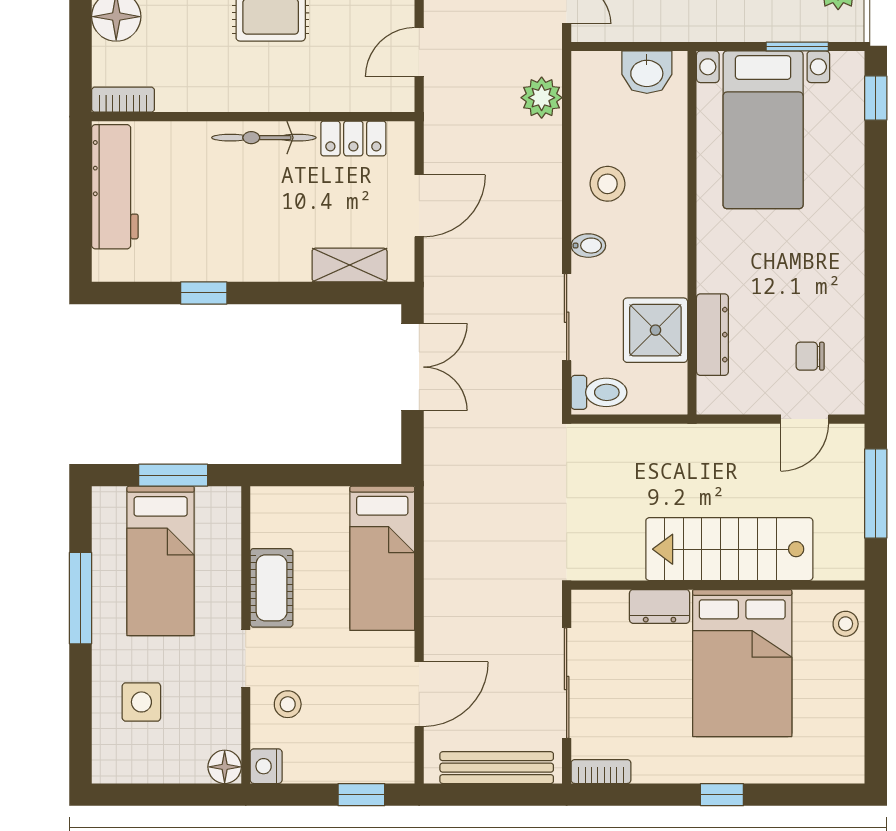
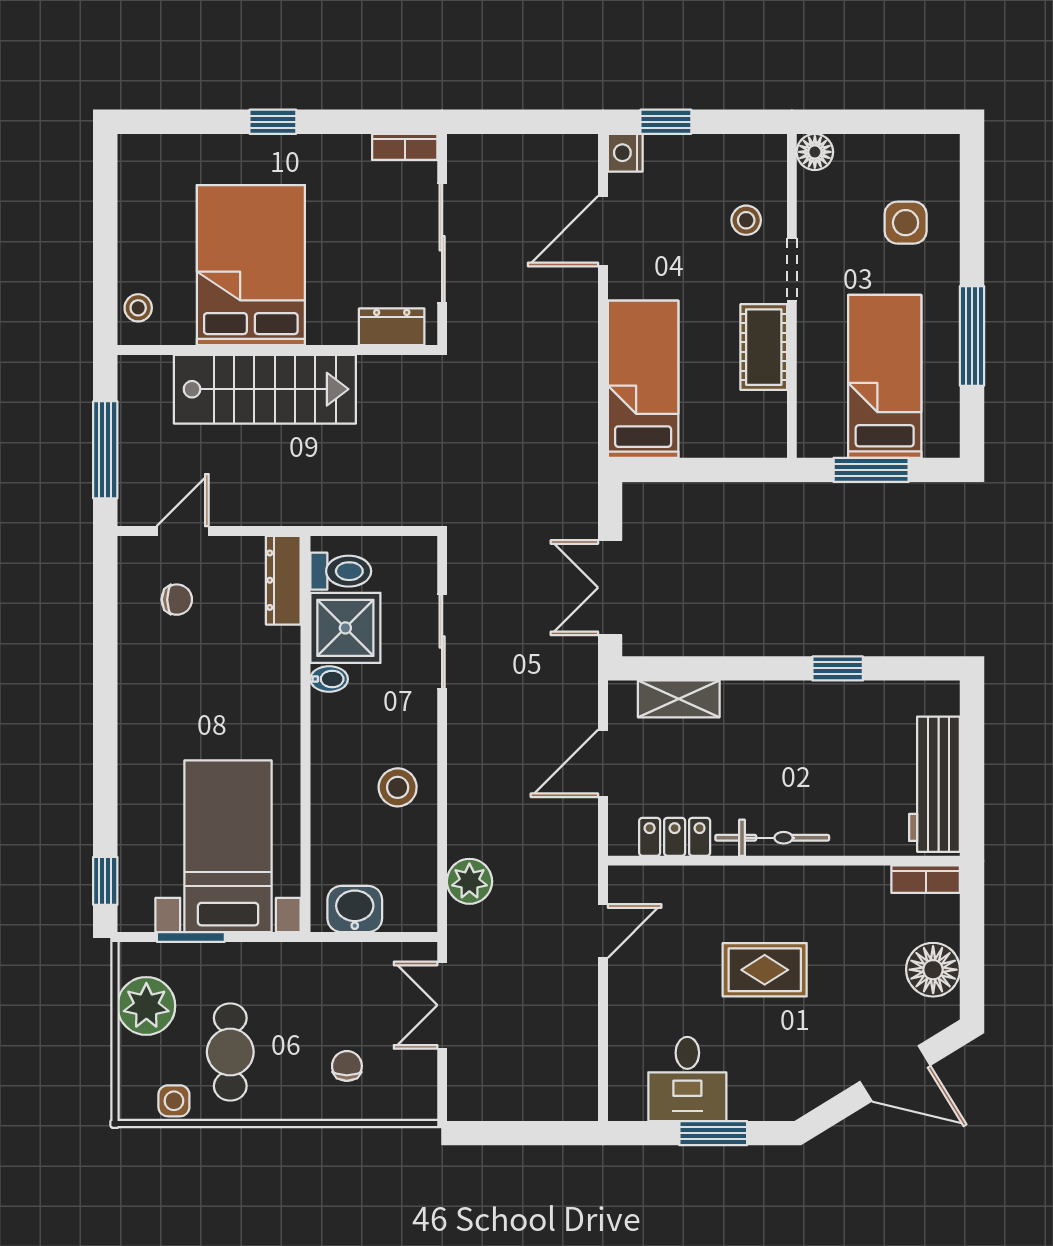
bidet: (588, 246) -> (329, 679), moved, turned 180
dresser: (712, 335) -> (283, 580), moved
toilet: (599, 392) -> (341, 571), moved, turned 180
dresser: (660, 606) -> (392, 327), moved
nightstand: (266, 766) -> (625, 153), moved, turned 180
bench: (497, 768) -> (518, 151), removed

